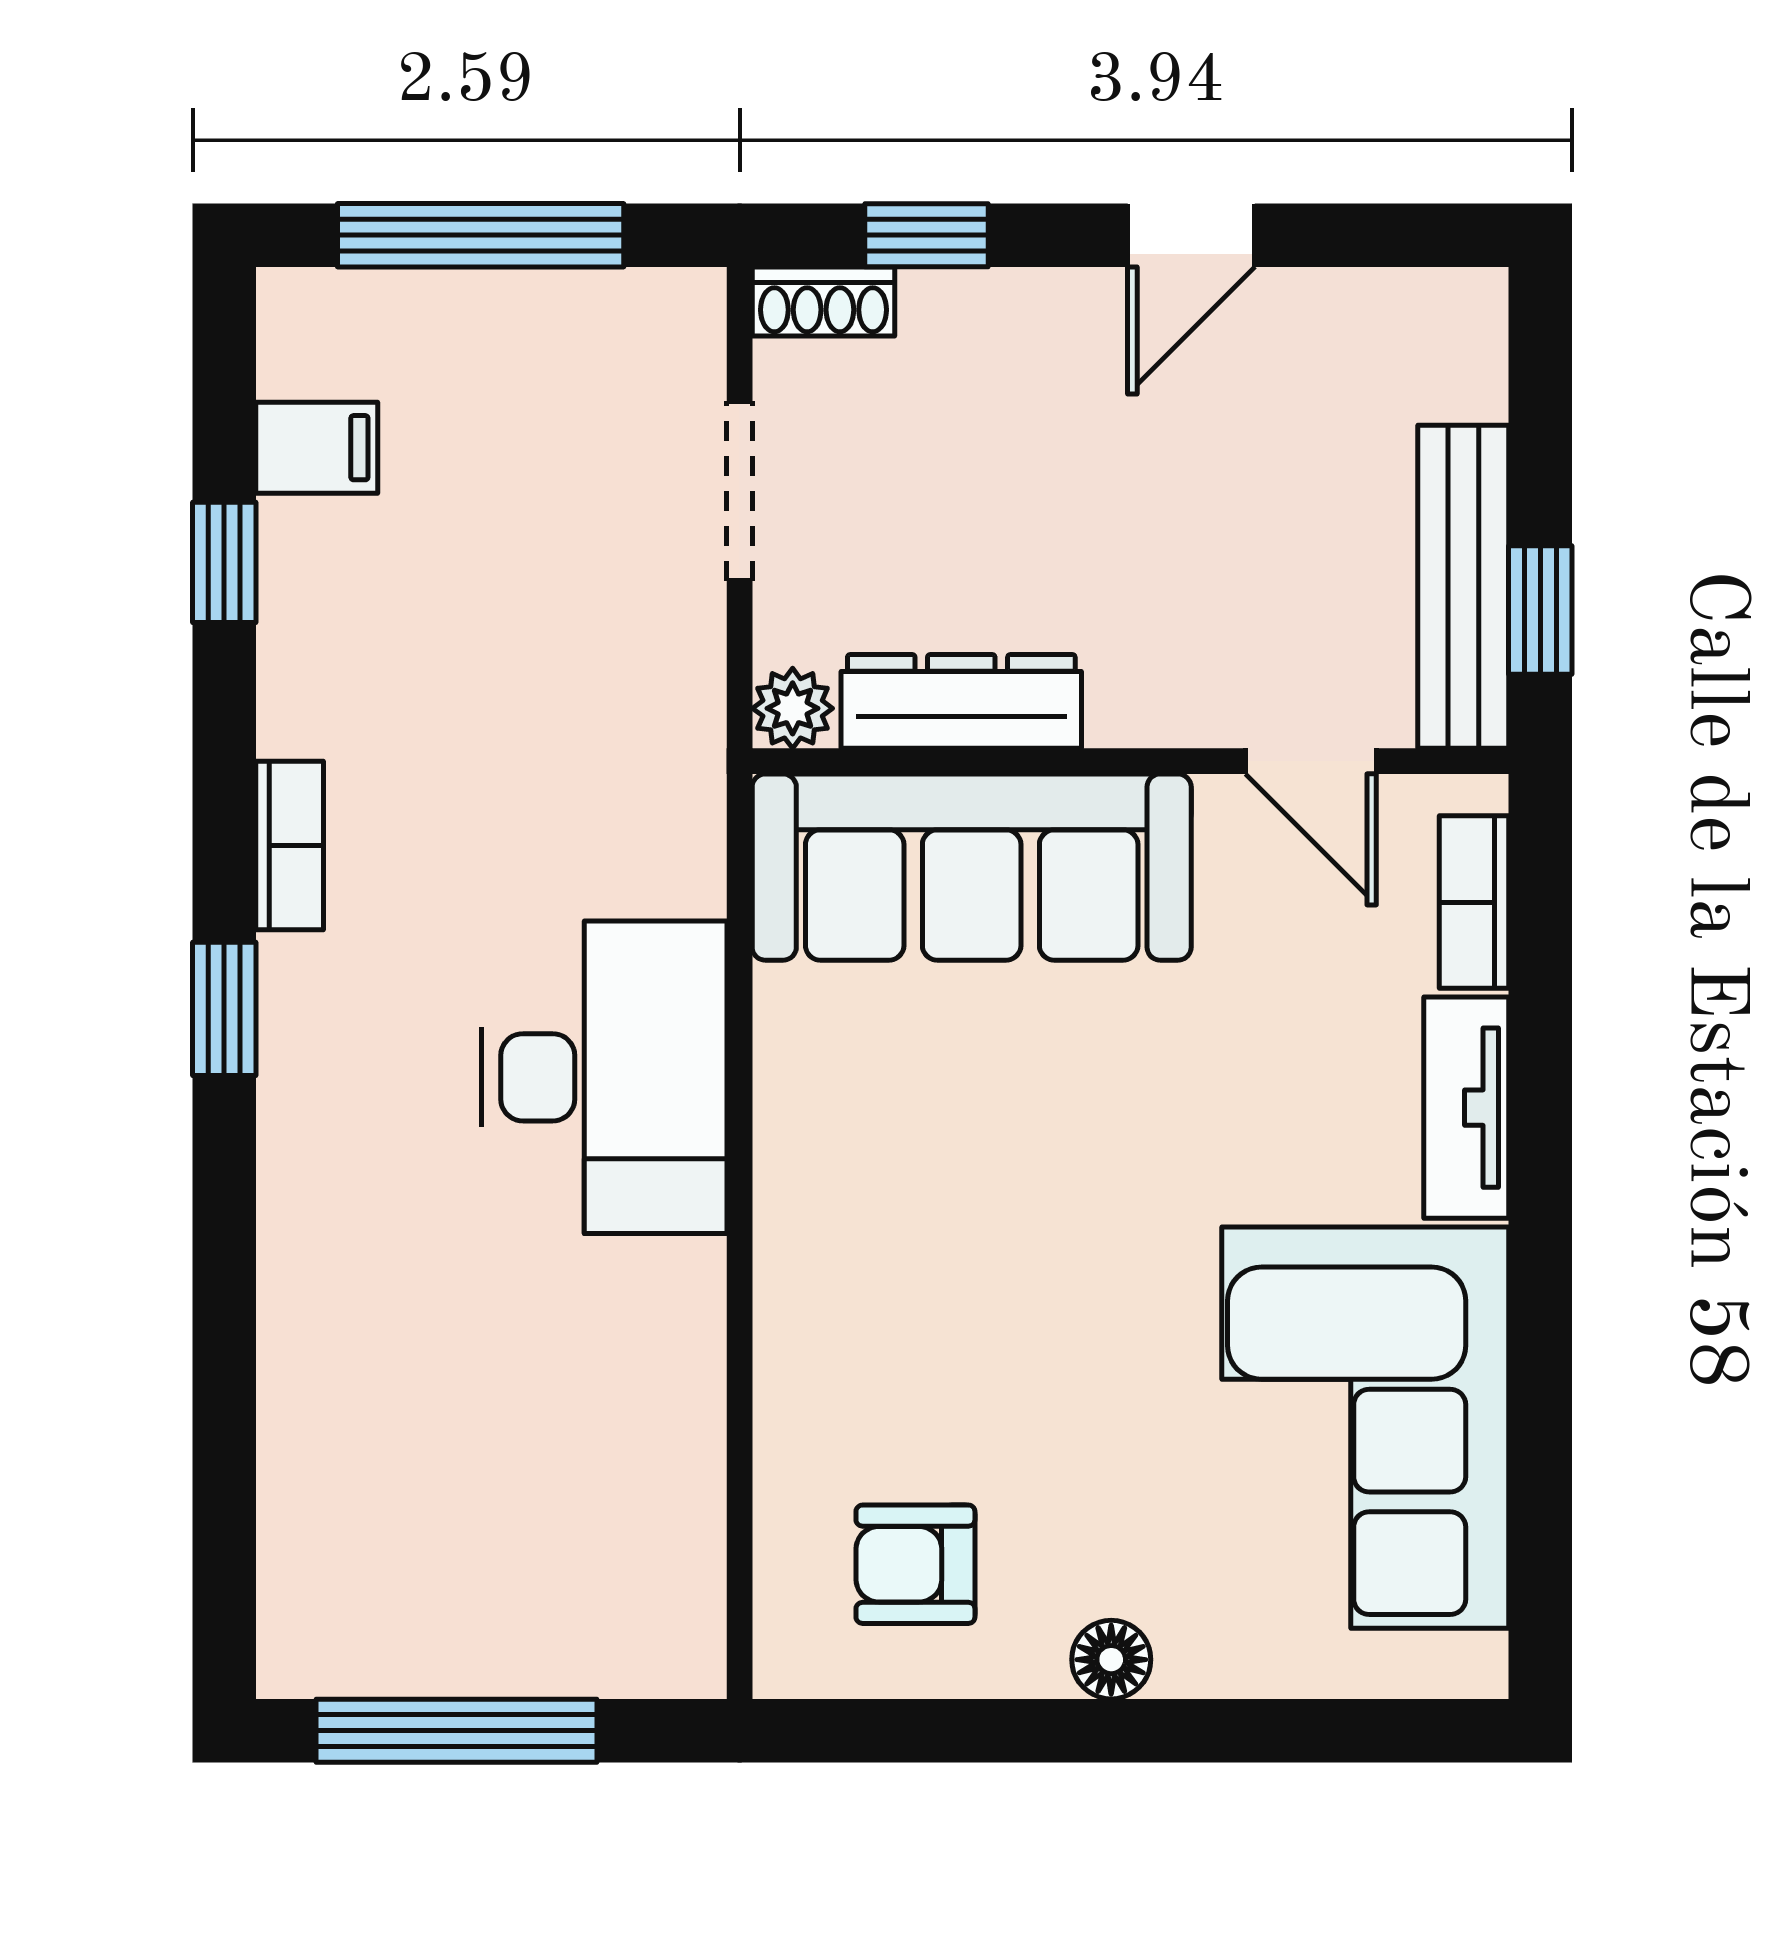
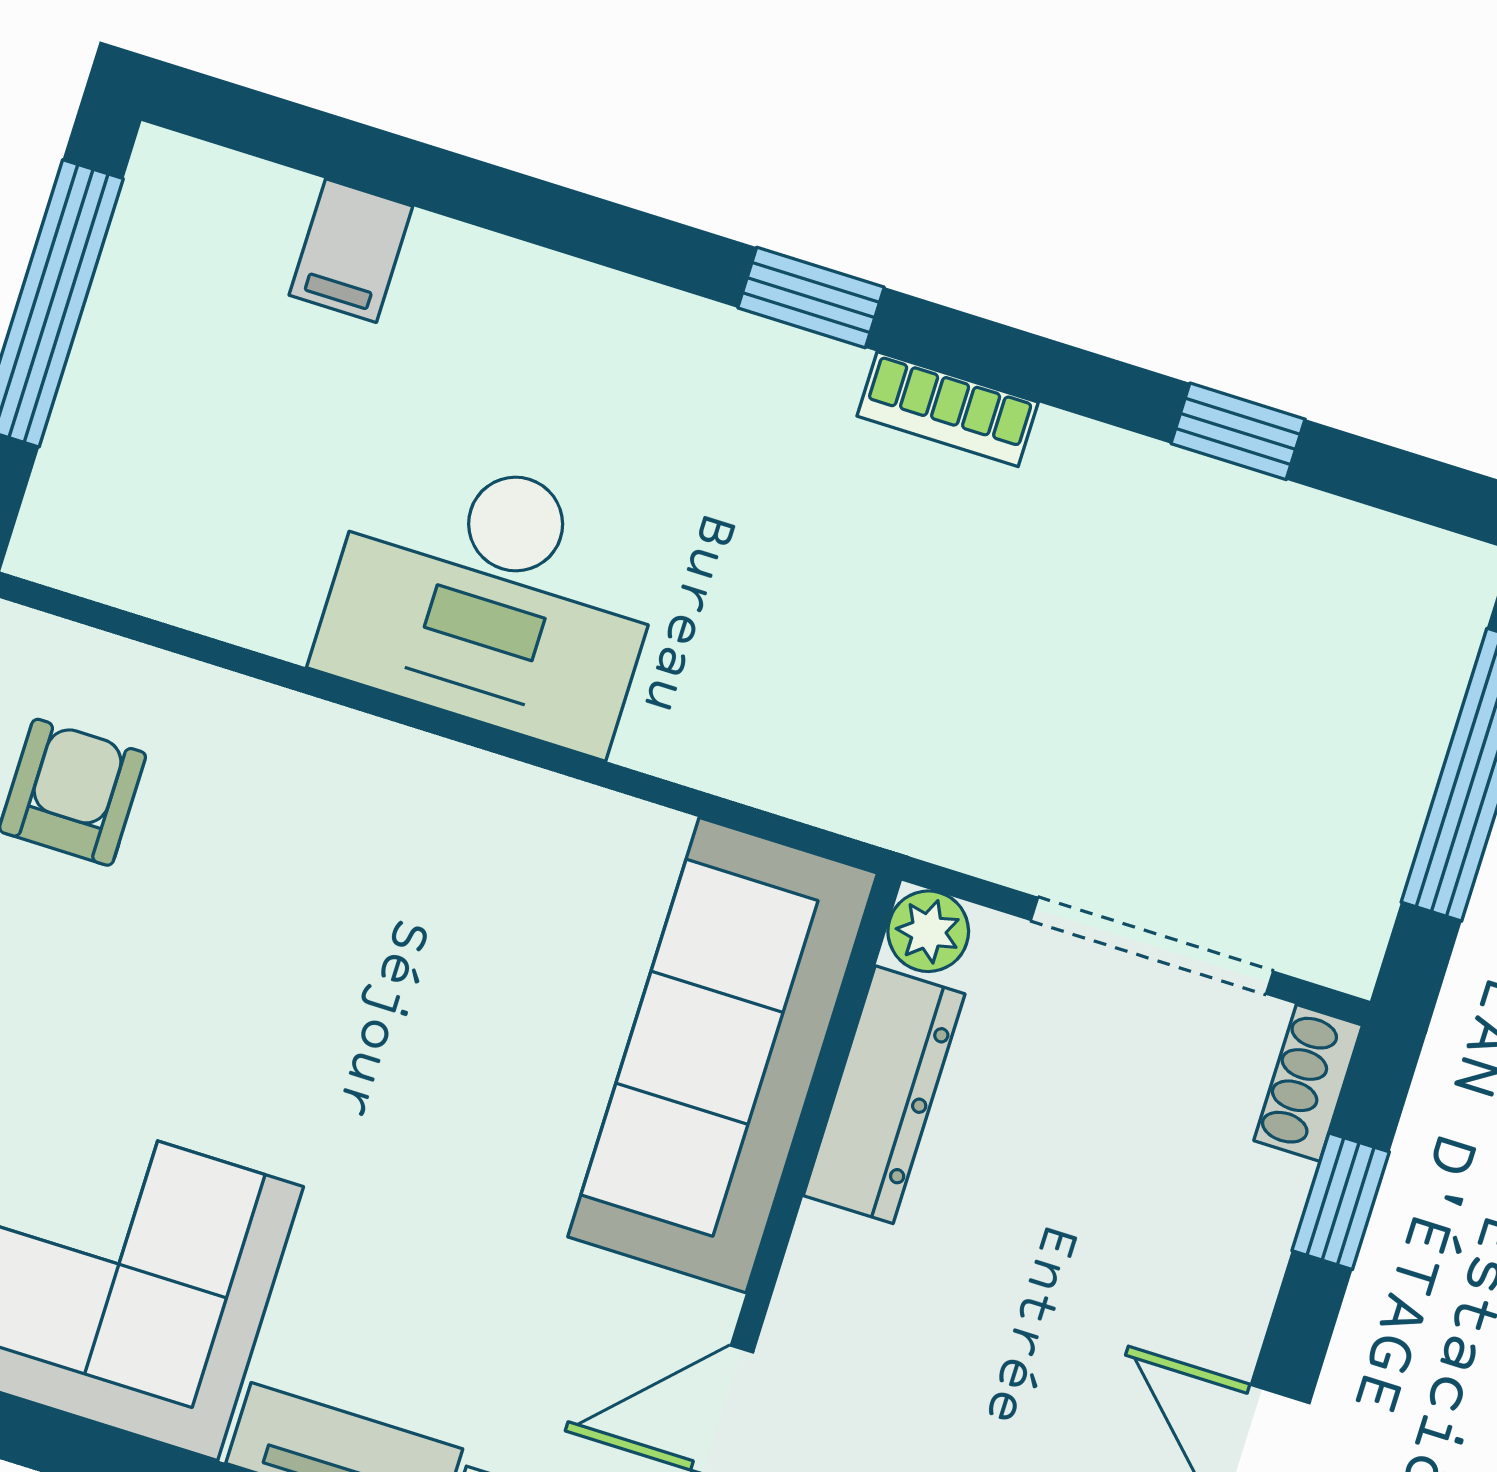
filing cabinet: (317, 448) -> (351, 251), moved
doorway: (740, 491) -> (1152, 946), width x1.38
desk: (604, 1077) -> (493, 597), moved

